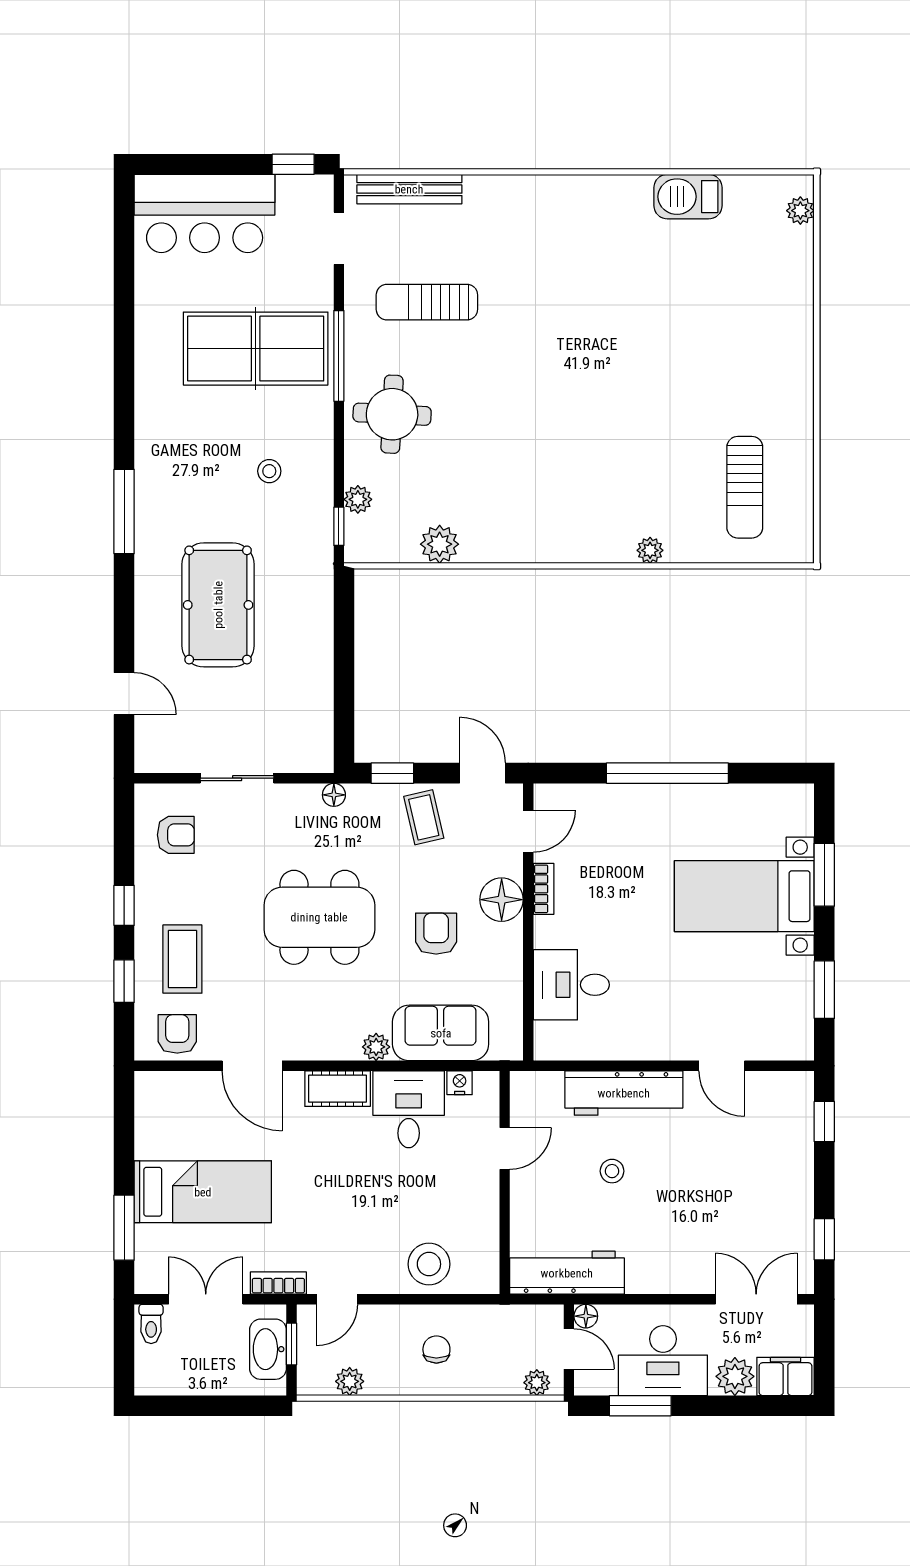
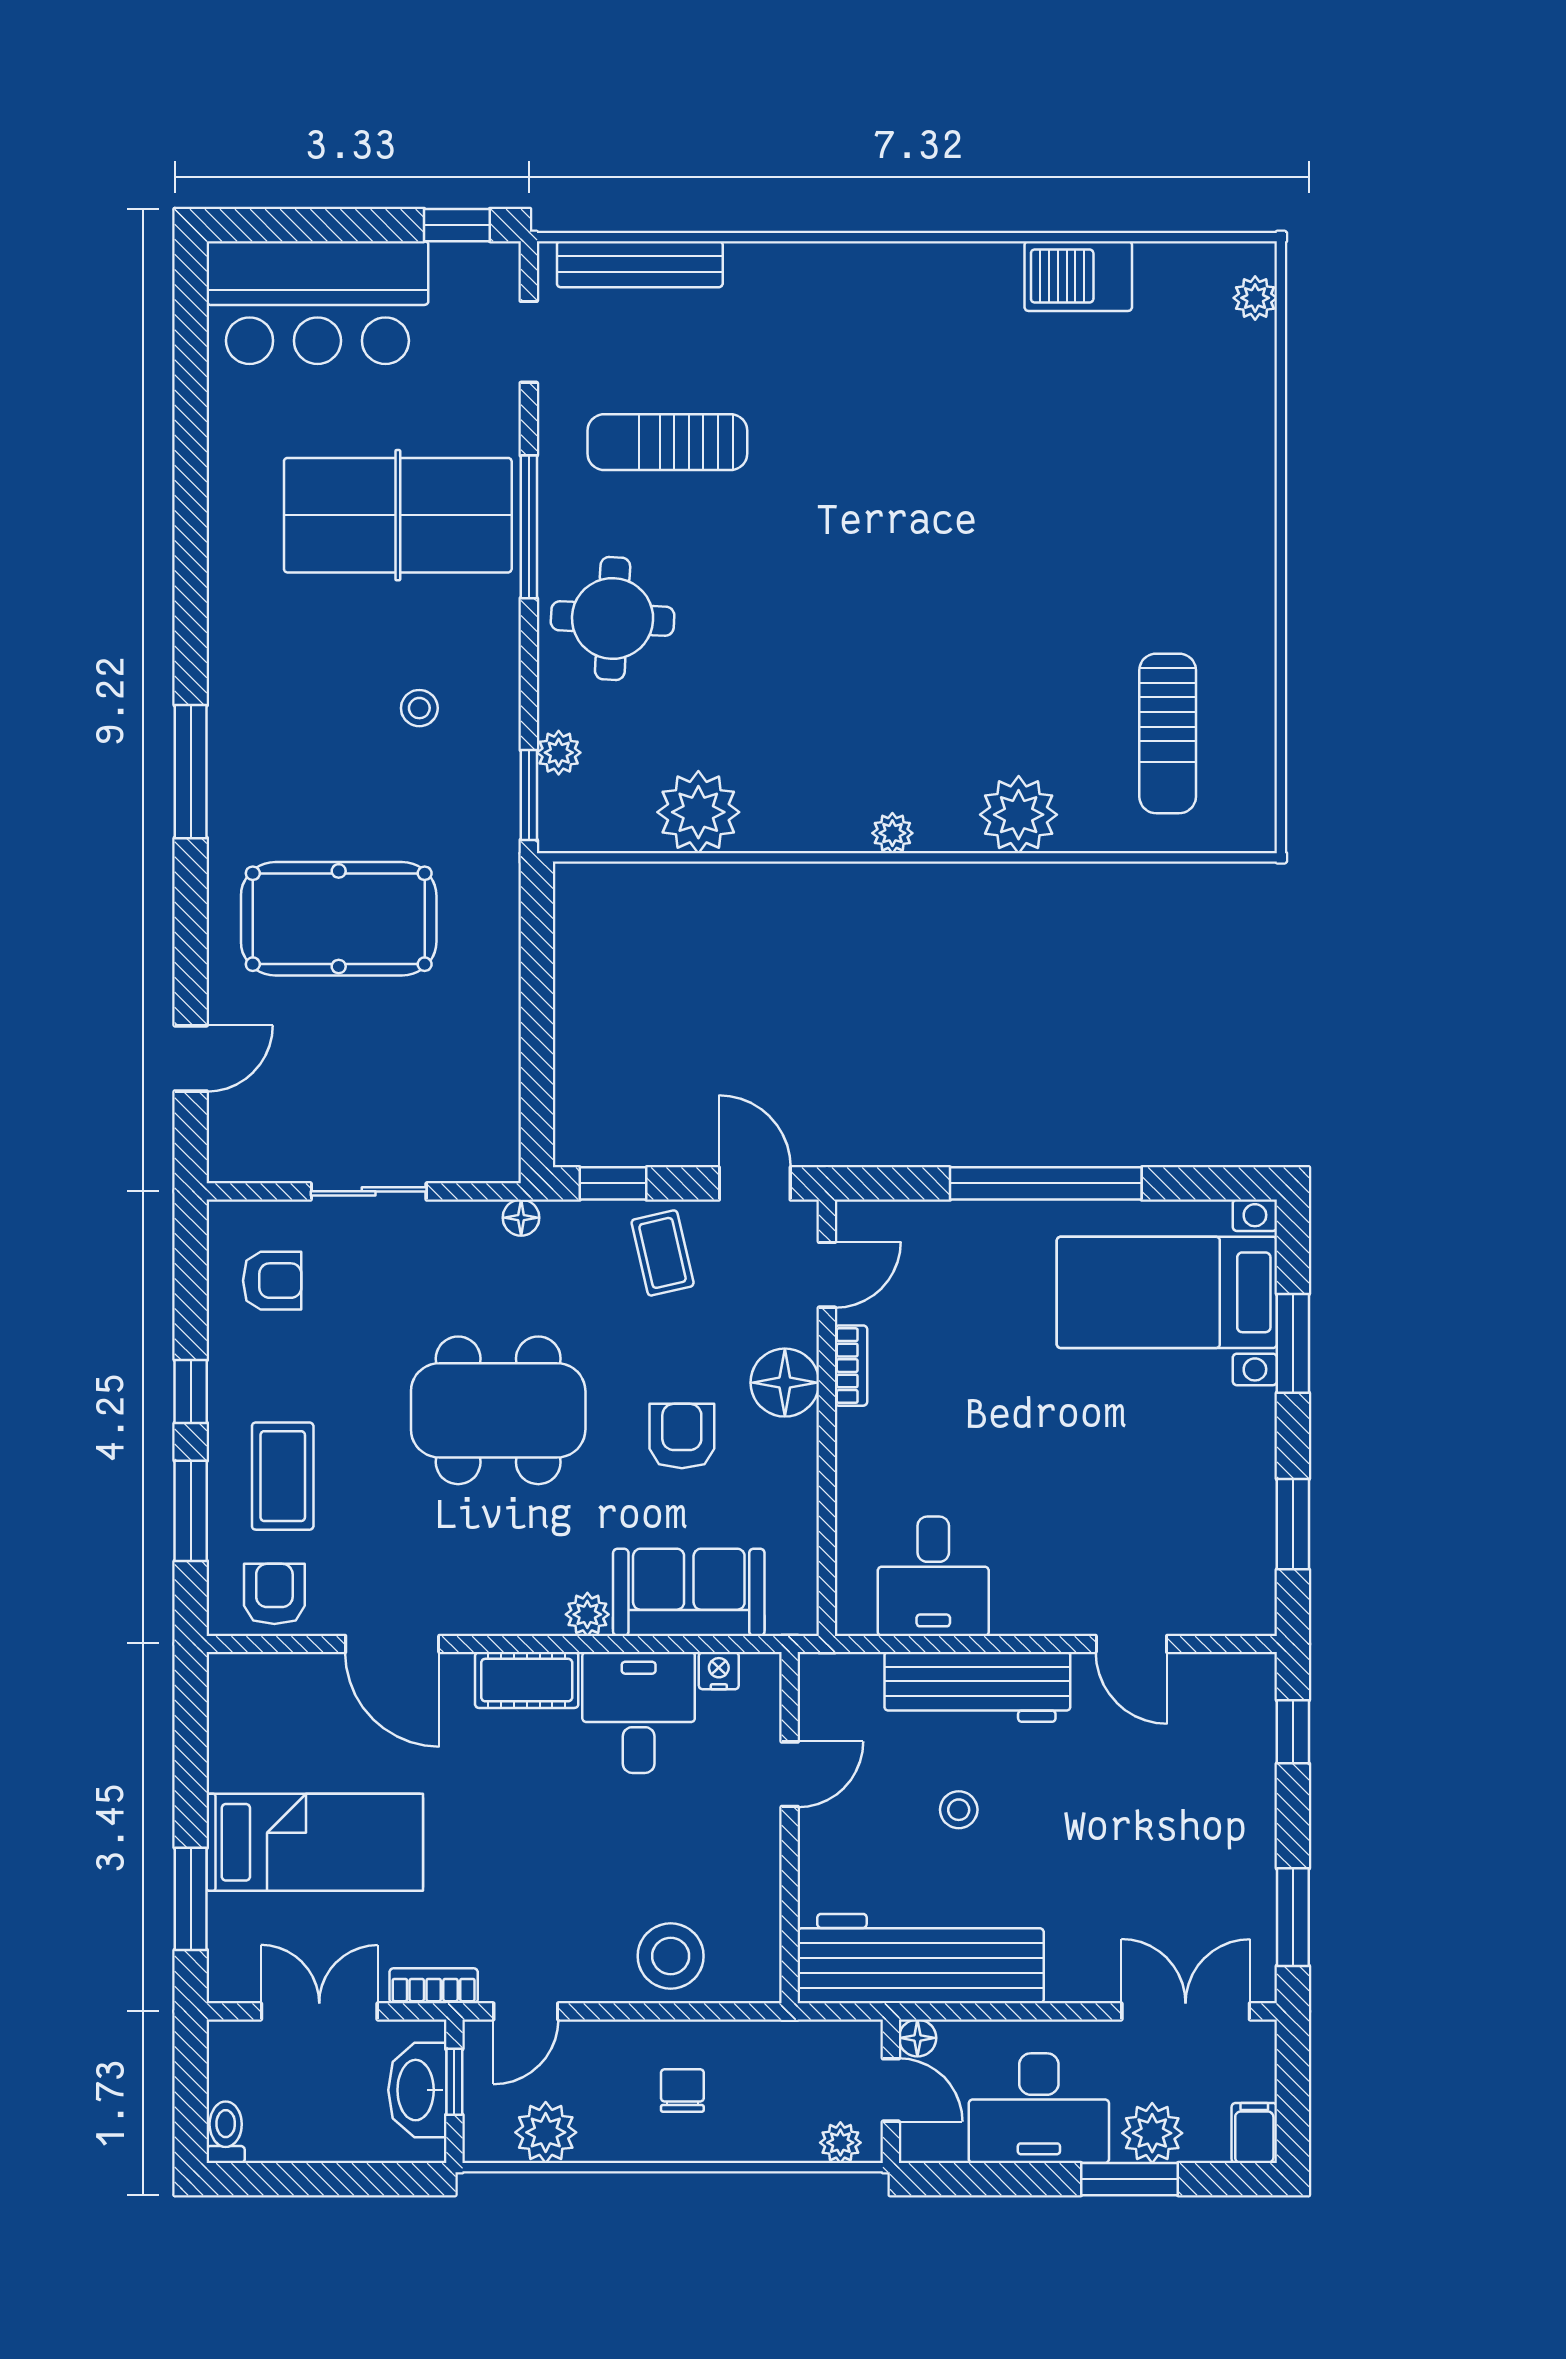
window: (339, 526) -> (529, 795), width x1.50
plant: (440, 544) -> (698, 812), width x1.36, depth x1.36
plant: (650, 550) -> (1019, 815), width x1.87, depth x1.87
plant: (570, 551) -> (892, 833), added
pool table: (218, 605) -> (339, 919), turned 90
door: (124, 694) -> (191, 1058), hinge flipped
bed with nightstands: (744, 896) -> (1167, 1292), moved
window: (124, 981) -> (191, 1511), width x1.50
desk: (571, 985) -> (933, 1576), moved, turned -90
window: (824, 1239) -> (1293, 1917), width x1.50
workbench: (567, 1273) -> (921, 1959), width x1.36, depth x1.32
toilet: (151, 1324) -> (226, 2132), moved, turned 180
filing cabinet: (785, 1376) -> (1254, 2133), width x0.50
plant: (350, 1381) -> (546, 2132), width x1.38, depth x1.38
window: (640, 1406) -> (1129, 2179), moved

